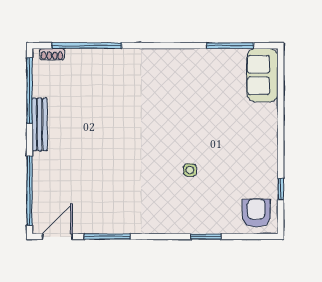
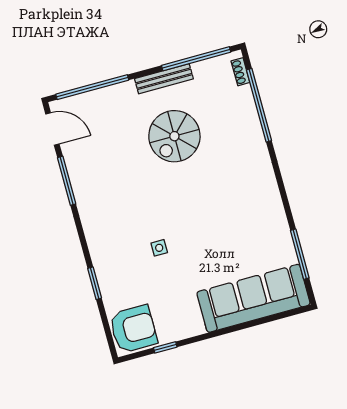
sofa: (262, 75) -> (253, 298), width x1.85, depth x1.27
spiral stairs: (94, 129) -> (174, 136), added
armchair: (256, 213) -> (133, 329), width x1.36, depth x1.36

